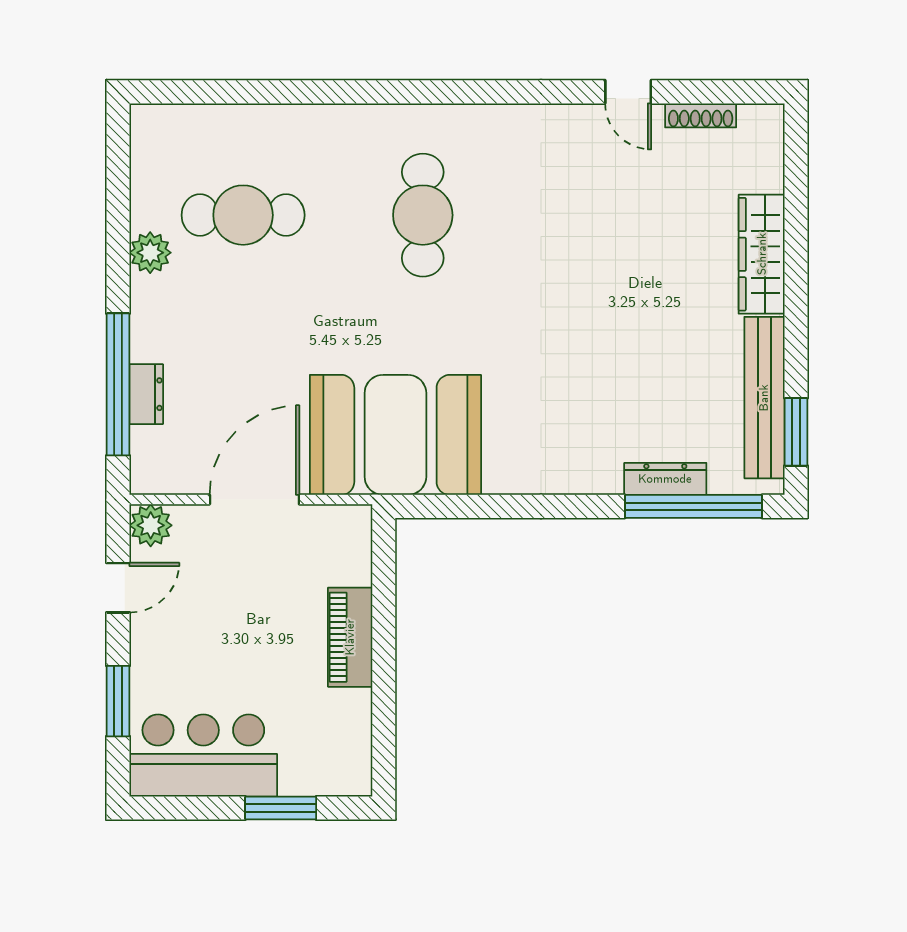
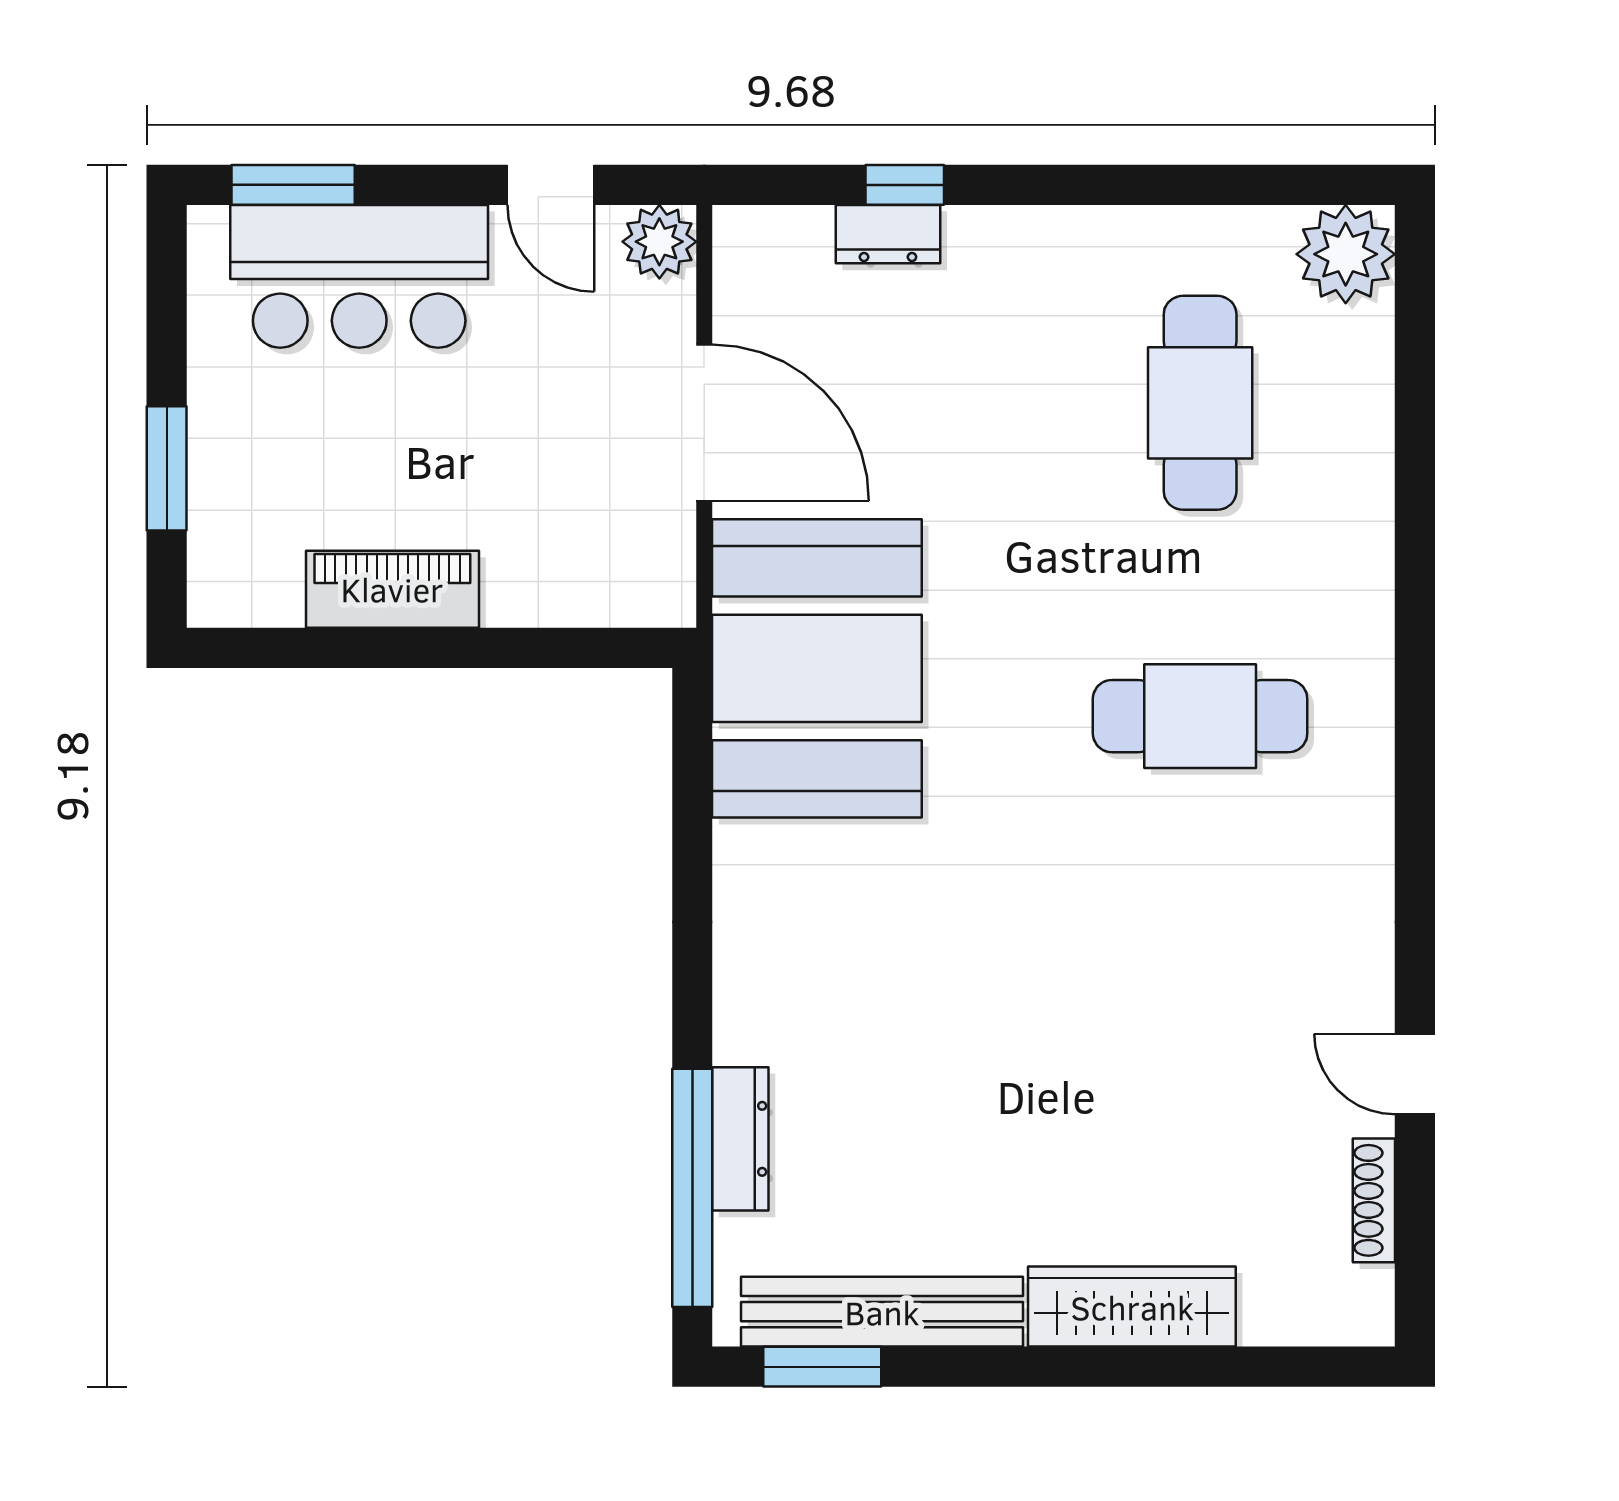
door: (628, 92) -> (1415, 1074), hinge flipped
plant: (150, 253) -> (1346, 254), moved, width x1.36, depth x1.36
window: (118, 384) -> (905, 185), width x0.32
piano: (350, 637) -> (392, 589), moved
window: (118, 701) -> (293, 185), moved
bar counter: (203, 756) -> (359, 276), moved, turned 90

